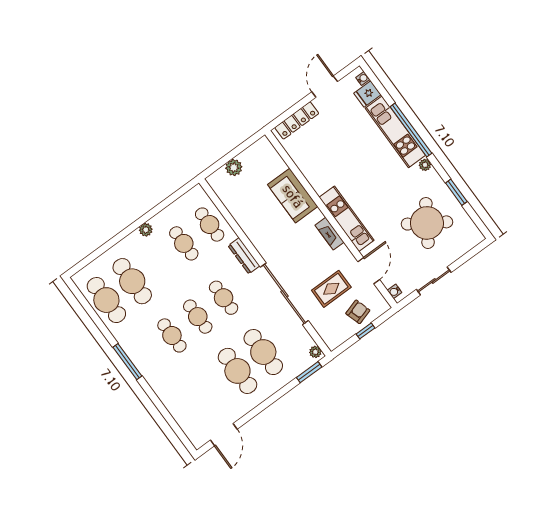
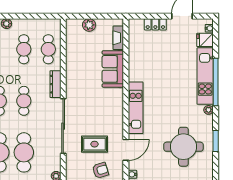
locker: (297, 120) -> (155, 24), width x0.66
round table: (427, 223) -> (183, 147), turned -33
fireplace: (330, 234) -> (118, 38), moved

